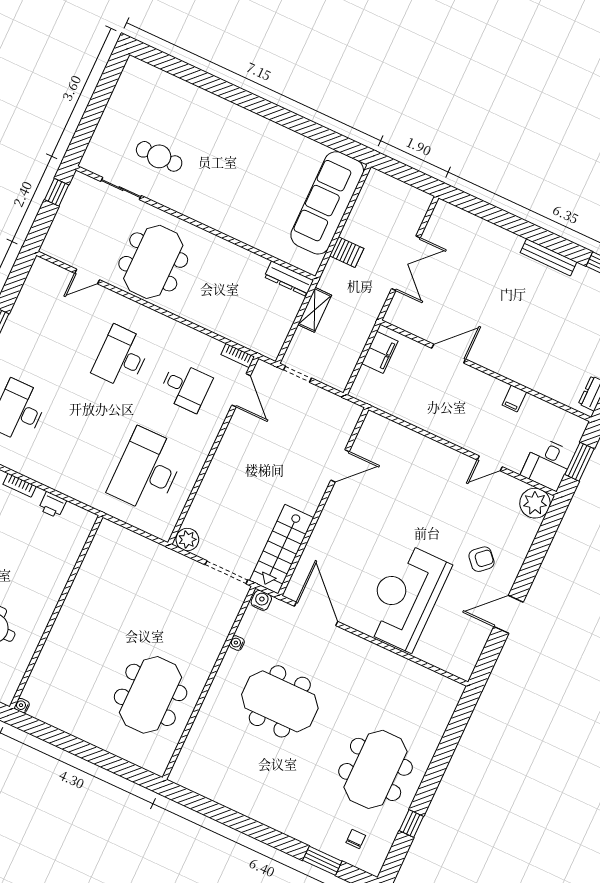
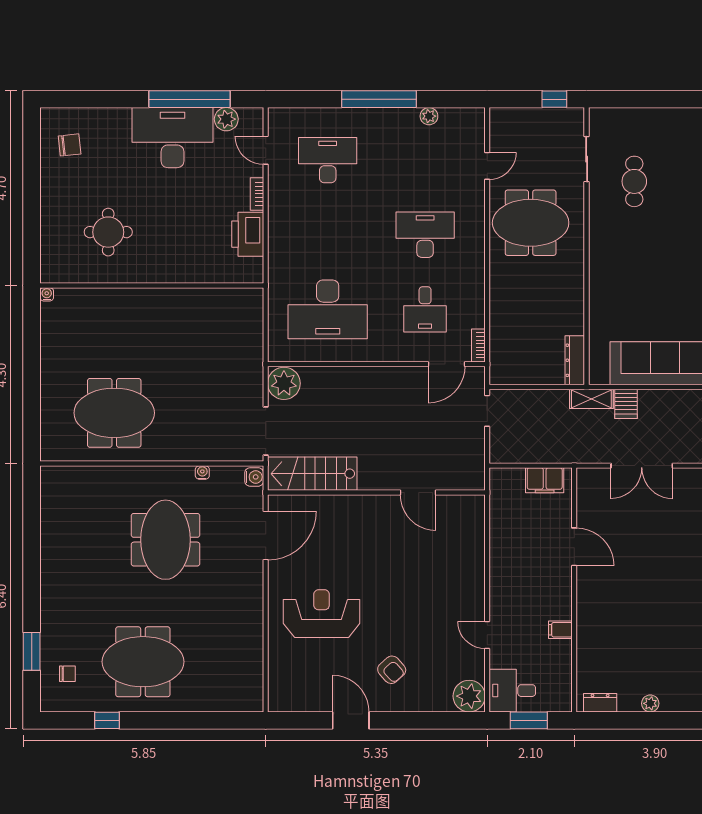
door: (87, 276) -> (487, 166), swing flipped
plant: (21, 307) -> (429, 116), added
shelving: (315, 310) -> (591, 399), moved
desk: (147, 470) -> (328, 309), turned 180
printer: (52, 505) -> (248, 234), width x1.87, depth x1.48
plant: (187, 539) -> (284, 383), width x1.36, depth x1.36
reception desk: (405, 597) -> (322, 614), width x0.74, depth x0.77

